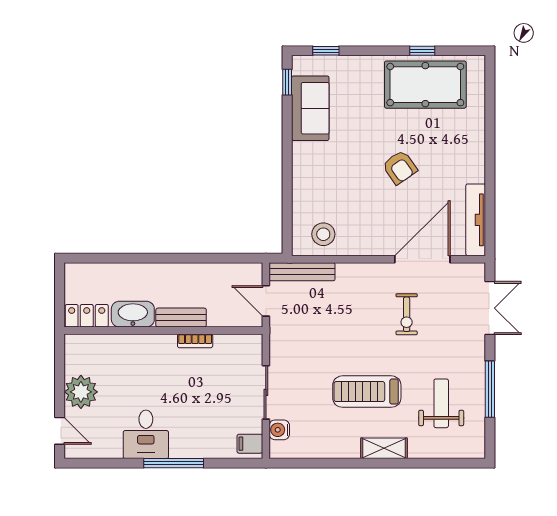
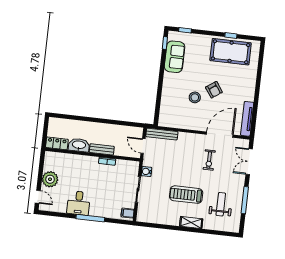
stool: (323, 234) -> (195, 97), moved
double door: (490, 308) -> (249, 162), swing flipped
water cooler: (279, 430) -> (147, 172), moved

